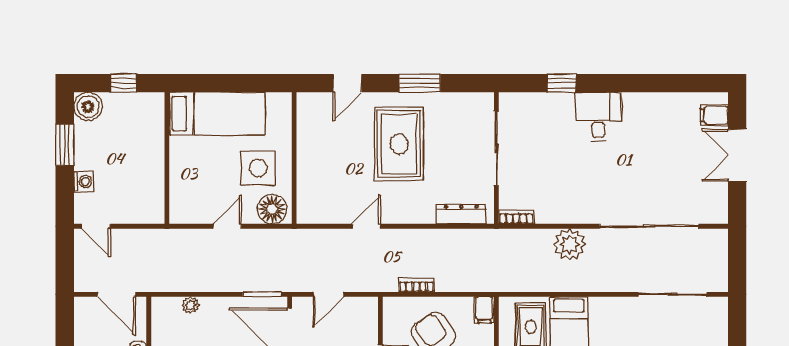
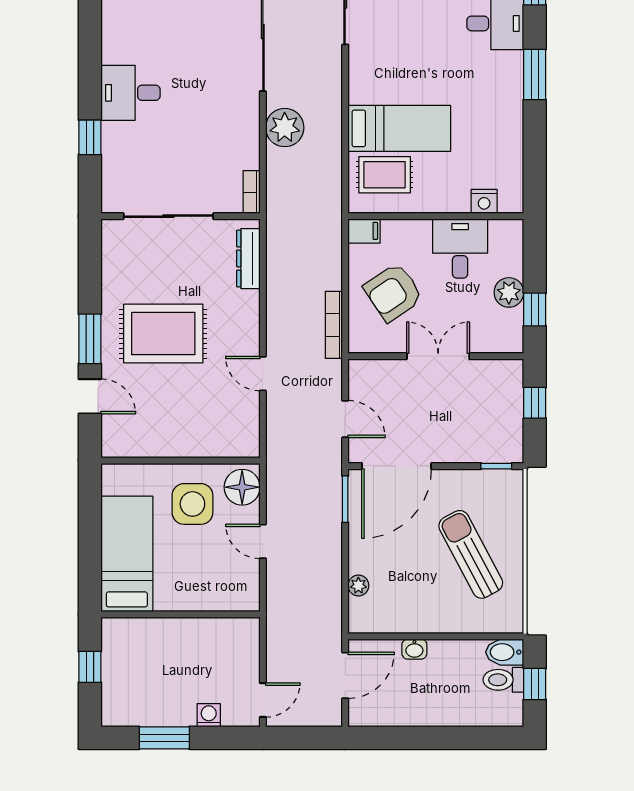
window: (420, 83) -> (90, 339), moved
boiler: (88, 106) -> (118, 710), removed
bookcase: (416, 285) -> (334, 325), width x1.56

